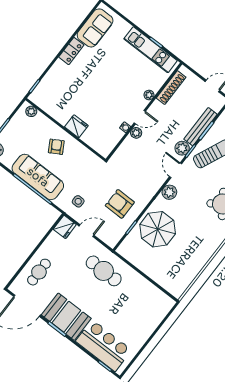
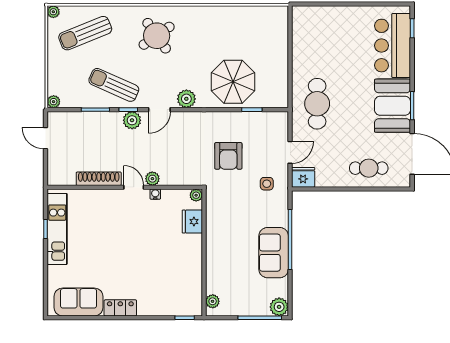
shoe rack: (171, 88) -> (99, 179), moved
plant: (149, 95) -> (196, 195), moved
fridge: (76, 126) -> (192, 222), moved
bench: (200, 127) -> (96, 119), removed
armchair: (56, 147) -> (229, 248), removed
sofa: (38, 177) -> (274, 253), width x0.73
armchair: (120, 204) -> (228, 156), moved
door: (86, 231) -> (290, 152), swing flipped

